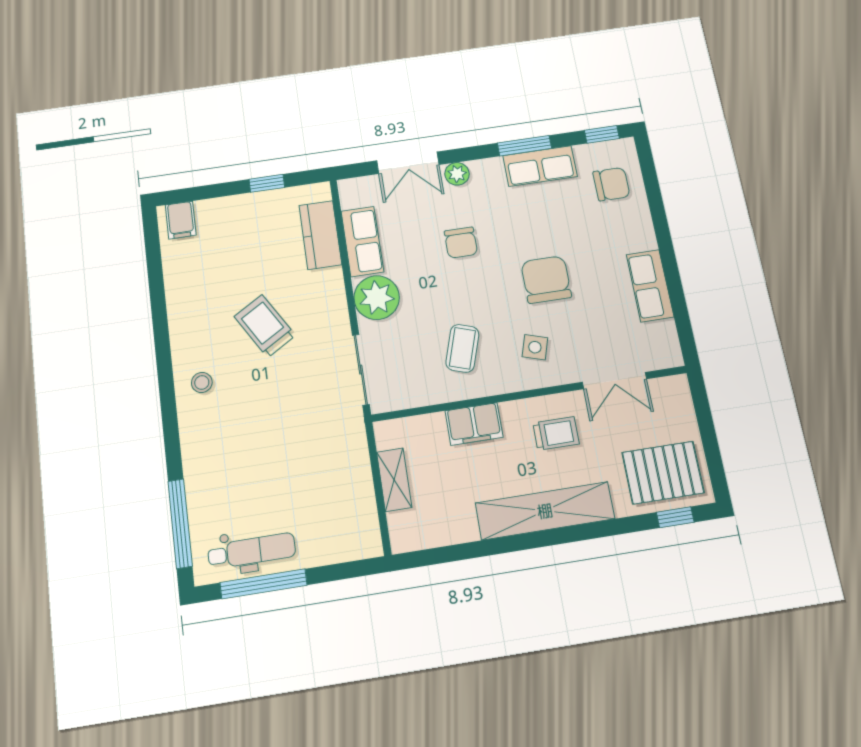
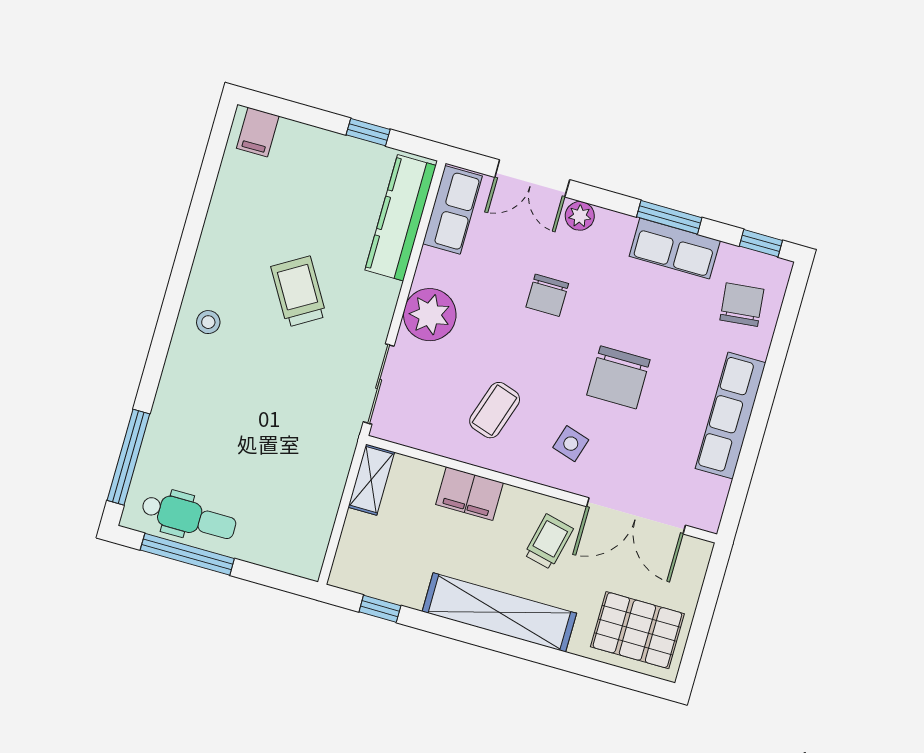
chair: (611, 184) -> (742, 305), turned -96
kitchen counter: (320, 235) -> (401, 218), width x1.50
row of seats: (362, 241) -> (452, 210), moved
chair: (546, 280) -> (618, 377), turned 180
row of seats: (650, 286) -> (731, 416), width x1.48
double door: (614, 381) -> (636, 516), width x1.37
trolley: (556, 433) -> (549, 542), turned -77
shelving: (394, 480) -> (371, 480), moved
window: (675, 517) -> (380, 609), moved

